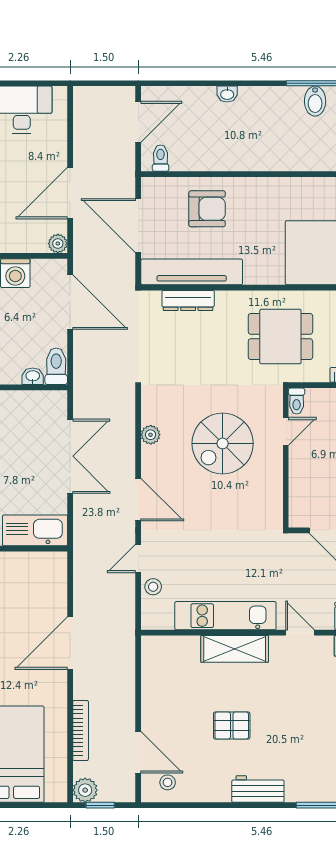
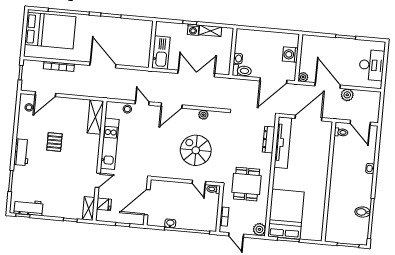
armchair: (207, 209) -> (314, 153), removed
double door: (70, 456) -> (196, 74), swing flipped
shelving: (235, 649) -> (95, 117), moved
plant: (85, 790) -> (347, 95), moved

